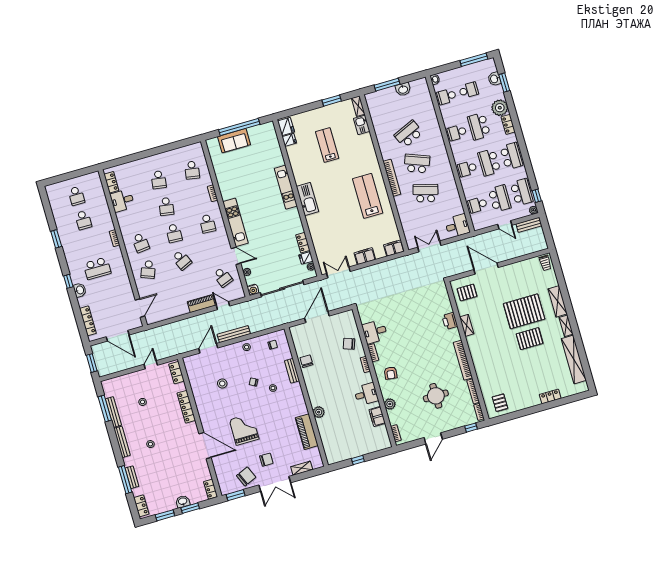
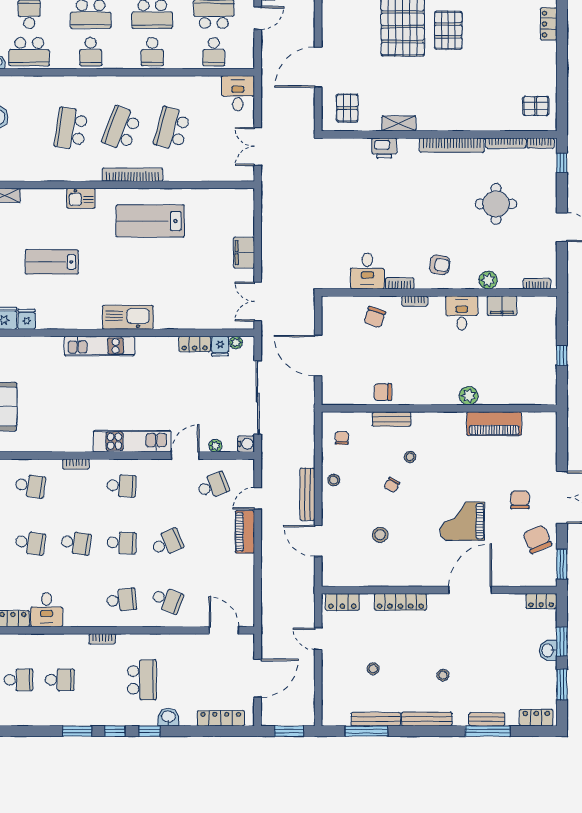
school desk: (447, 96) -> (29, 52), width x1.85
kitchen sink: (362, 125) -> (81, 198), moved
school desk: (409, 134) -> (71, 129), turned 33
filing cabinet: (394, 248) -> (244, 203), removed
window: (63, 261) -> (115, 731), added
shelving: (302, 468) -> (549, 448), removed

